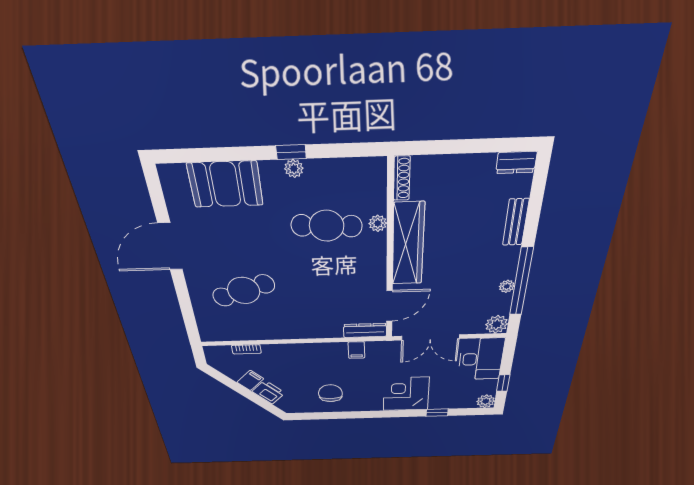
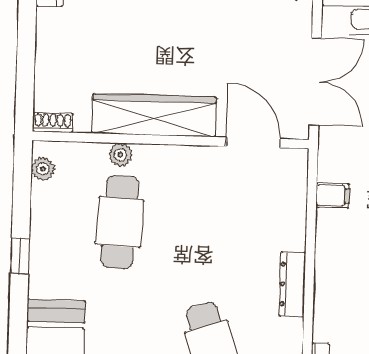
plant: (294, 169) -> (43, 169), moved
shoe rack: (402, 178) -> (53, 123), width x0.70
dresser: (365, 330) -> (292, 284), moved

